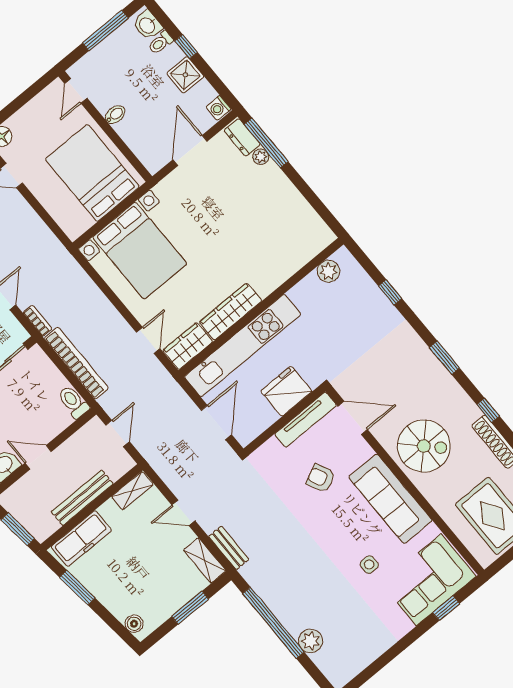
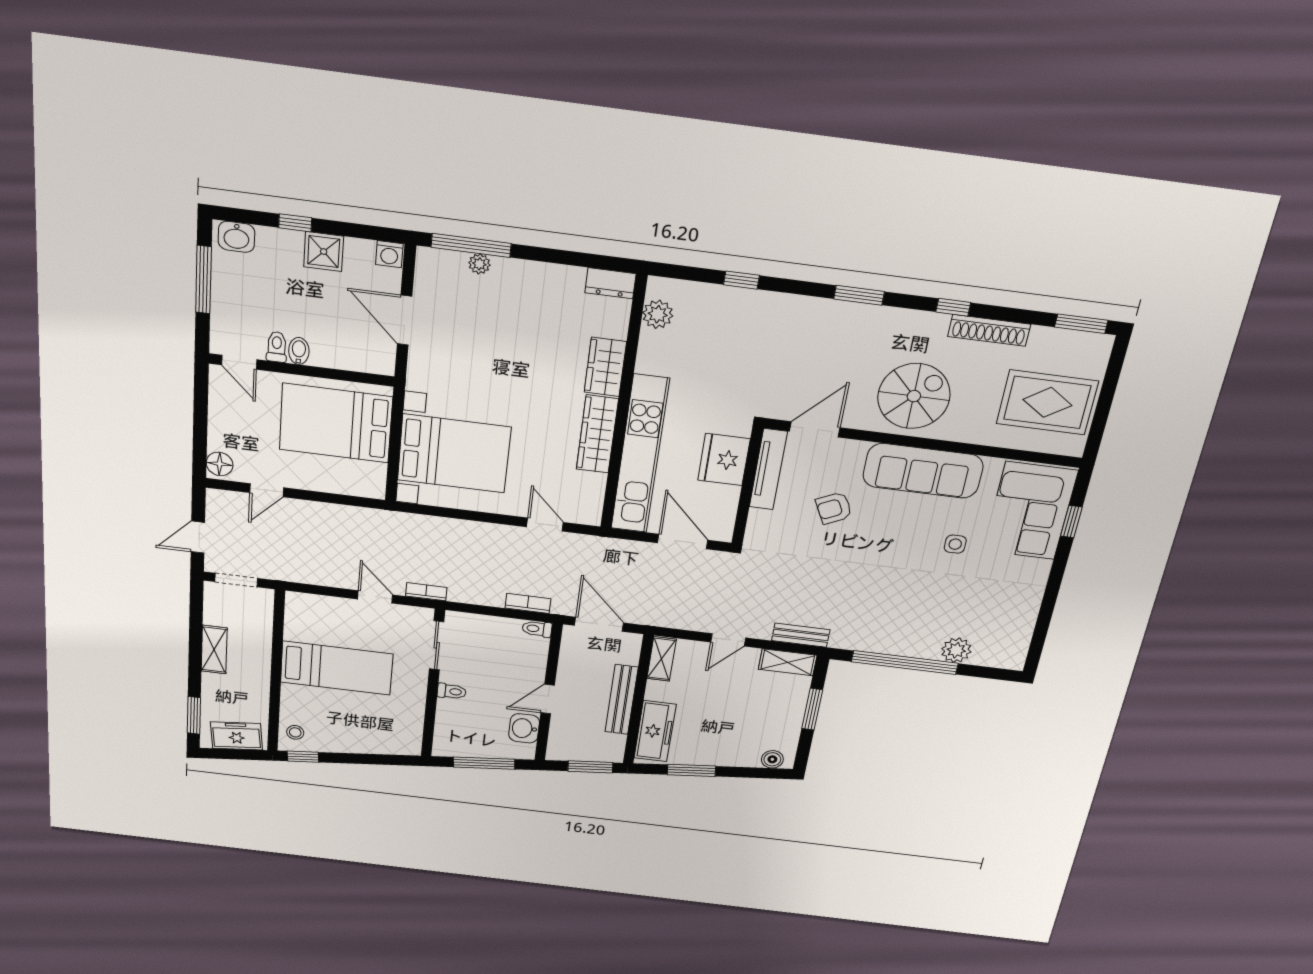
toilet: (161, 43) -> (277, 347), moved, turned 180
dresser: (242, 137) -> (610, 283), moved
wardrobe: (188, 346) -> (605, 367), moved
bookcase: (76, 363) -> (528, 603), width x0.43, depth x0.76
toilet: (73, 402) -> (537, 629), width x0.73, depth x0.72
door: (118, 433) -> (599, 624), width x1.38

